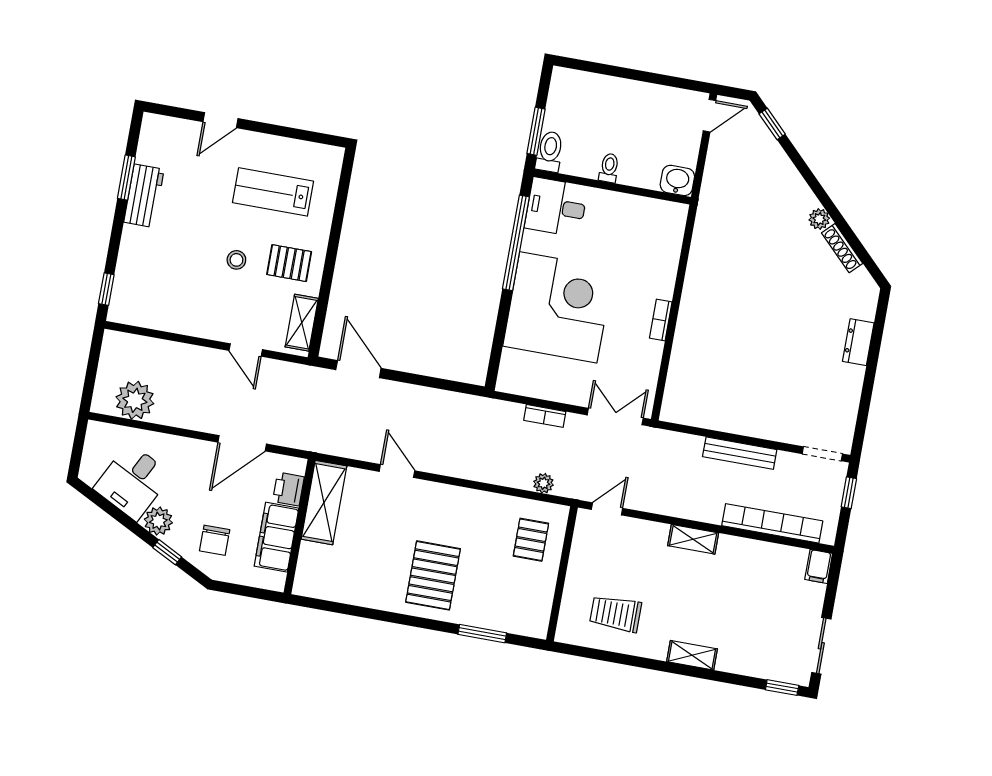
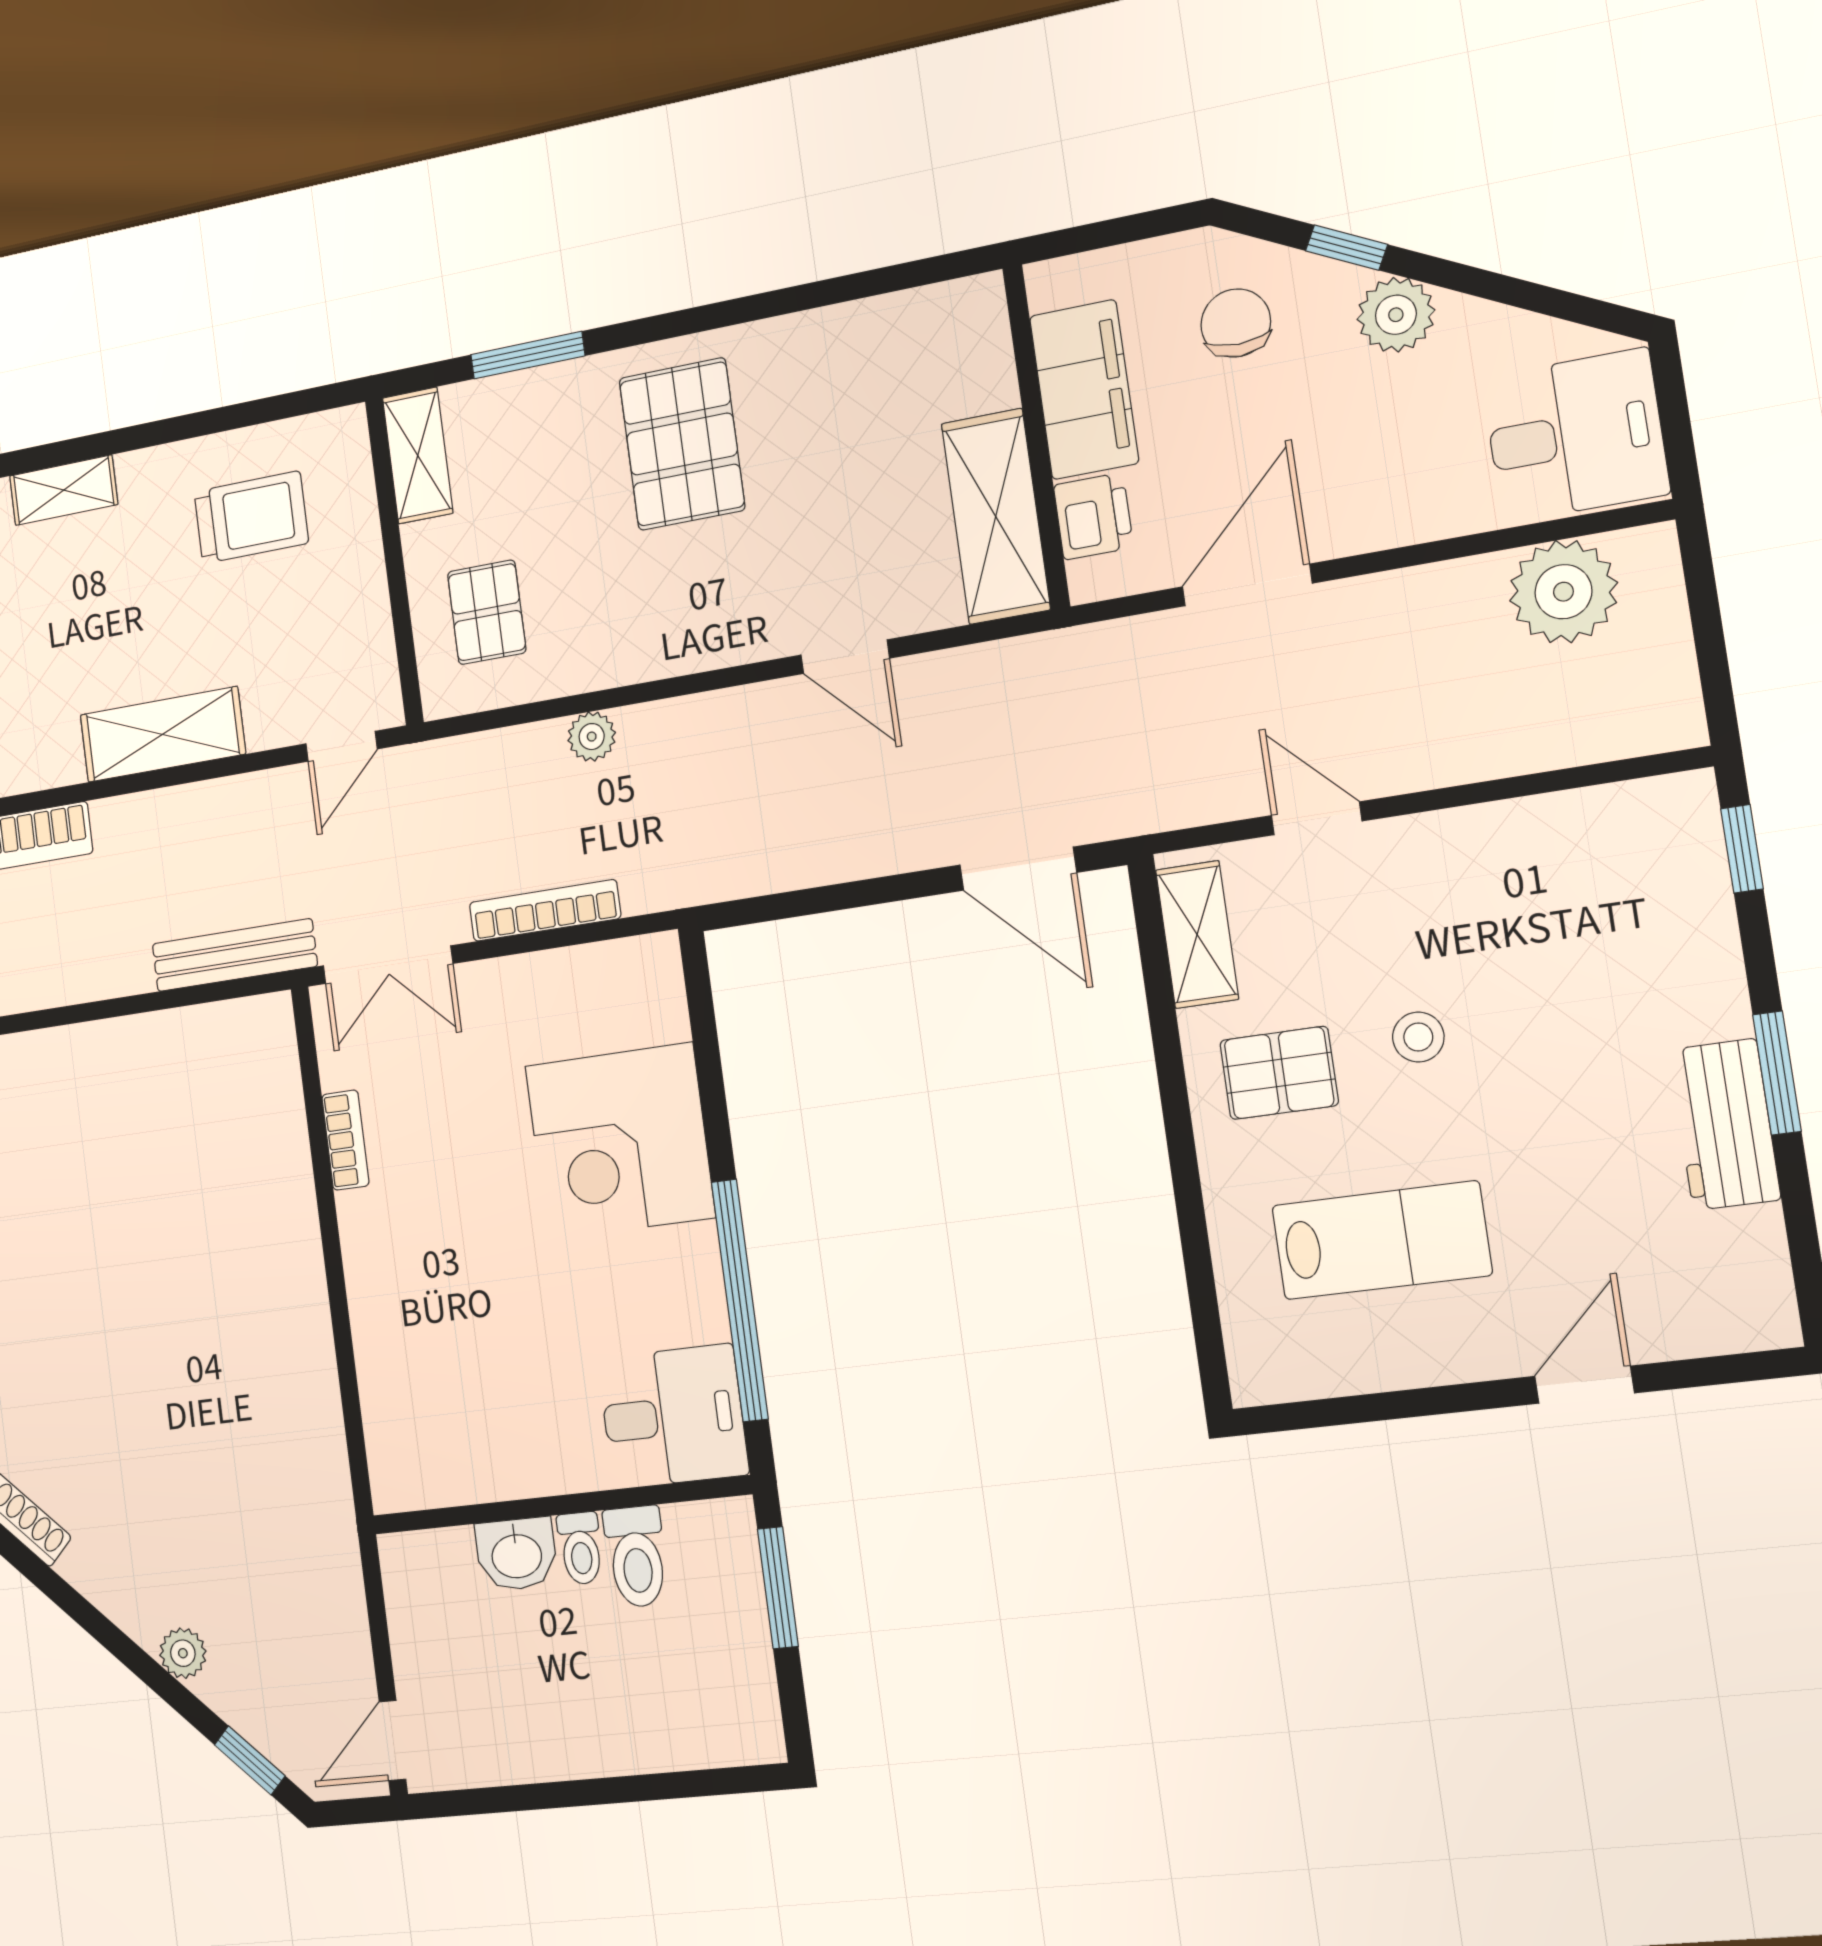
toilet: (550, 152) -> (636, 1557), moved
window: (126, 178) -> (1777, 1073), moved
washbasin: (677, 180) -> (517, 1554), moved
plant: (819, 219) -> (183, 1653), moved
corner desk: (558, 307) -> (620, 1141), width x0.74, depth x0.74
bookcase: (661, 320) -> (345, 1140), moved
bookcase: (545, 416) -> (545, 910), width x1.56
bench: (740, 453) -> (234, 955), moved
desk: (133, 482) -> (1575, 436), moved, turned 63
plant: (543, 483) -> (592, 737), moved
shelving: (693, 539) -> (163, 734), width x1.50, depth x1.33
shelving: (539, 612) -> (418, 455), added

